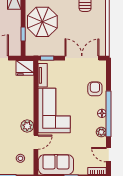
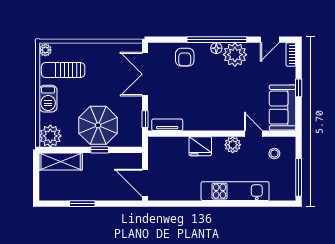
window: (23, 34) -> (100, 150), moved
fridge: (25, 68) -> (200, 146), moved, turned 90
armchair: (95, 89) -> (185, 57), turned -90
corner sofa: (54, 111) -> (213, 110), removed
plant: (101, 132) -> (235, 55), width x1.88, depth x1.88

